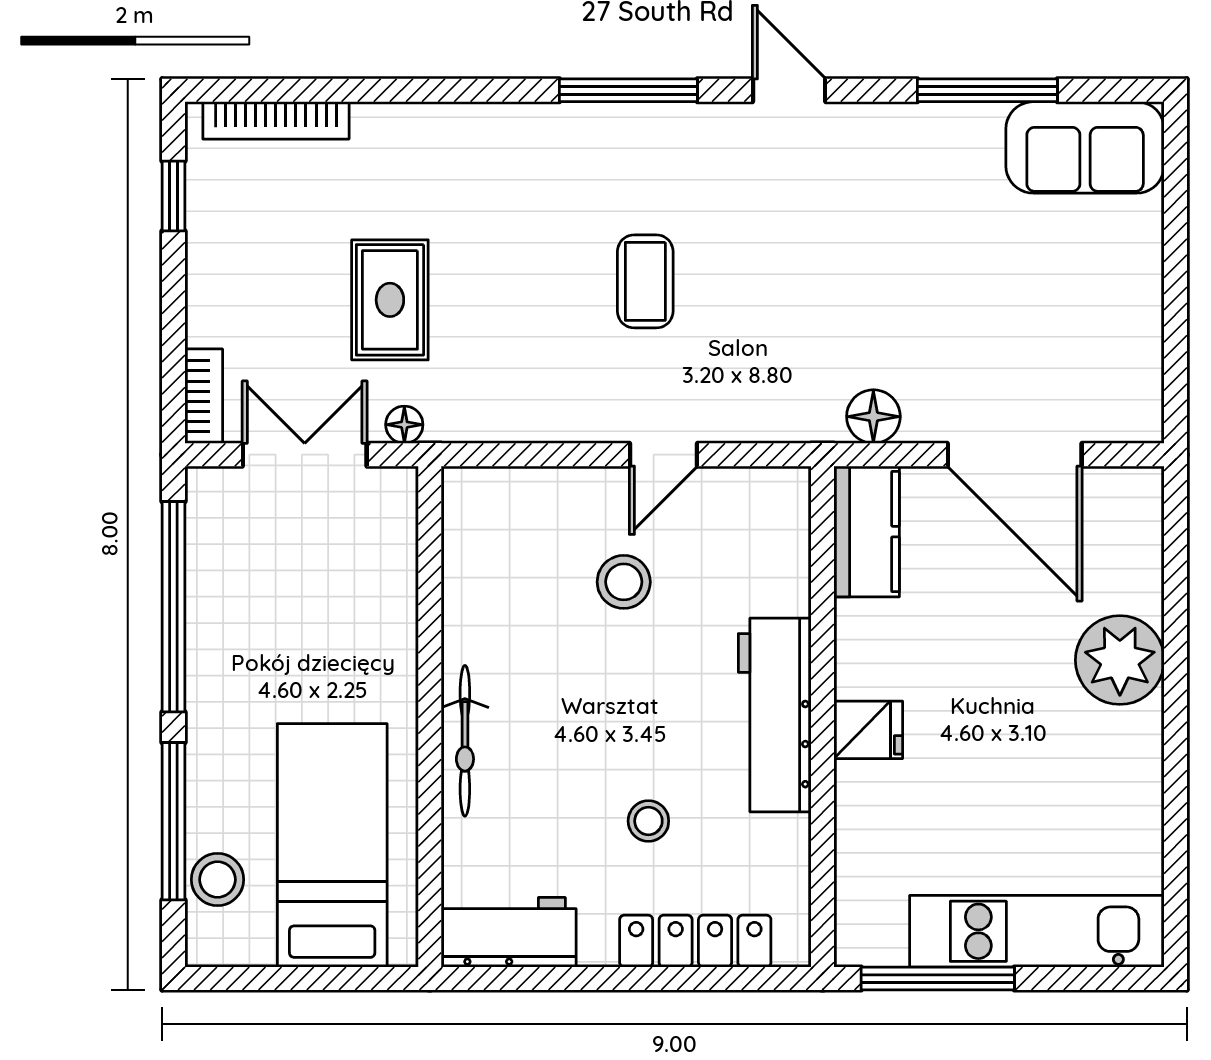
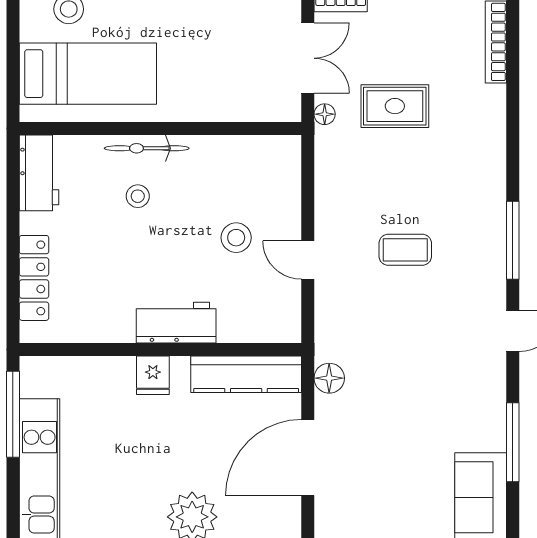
kitchen counter: (867, 532) -> (246, 374), width x1.50
workbench: (775, 715) -> (176, 323), width x0.73
stool: (648, 821) -> (138, 196), moved

